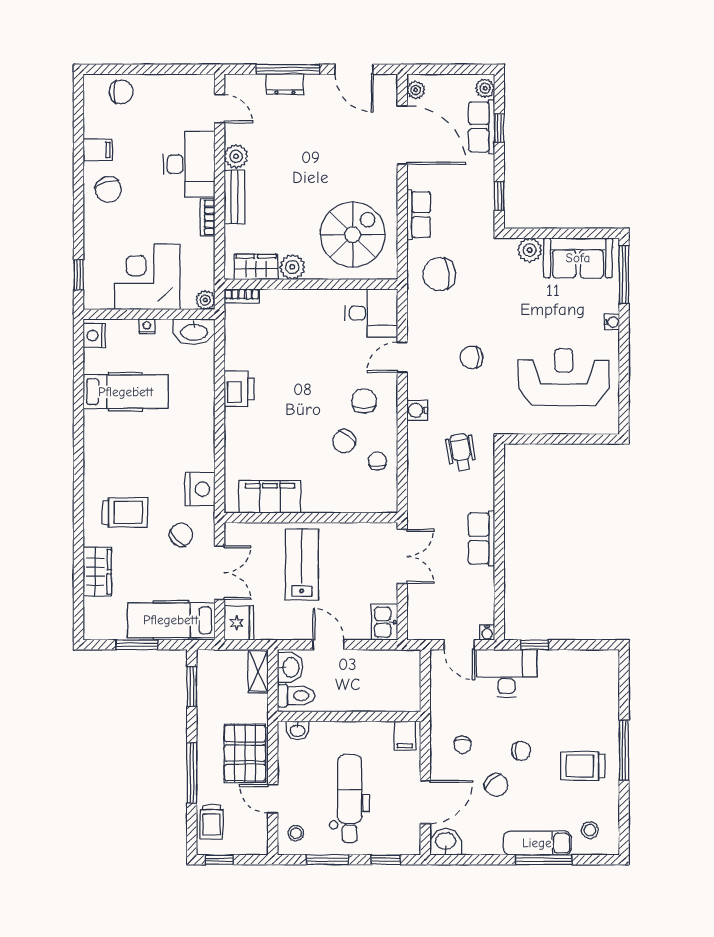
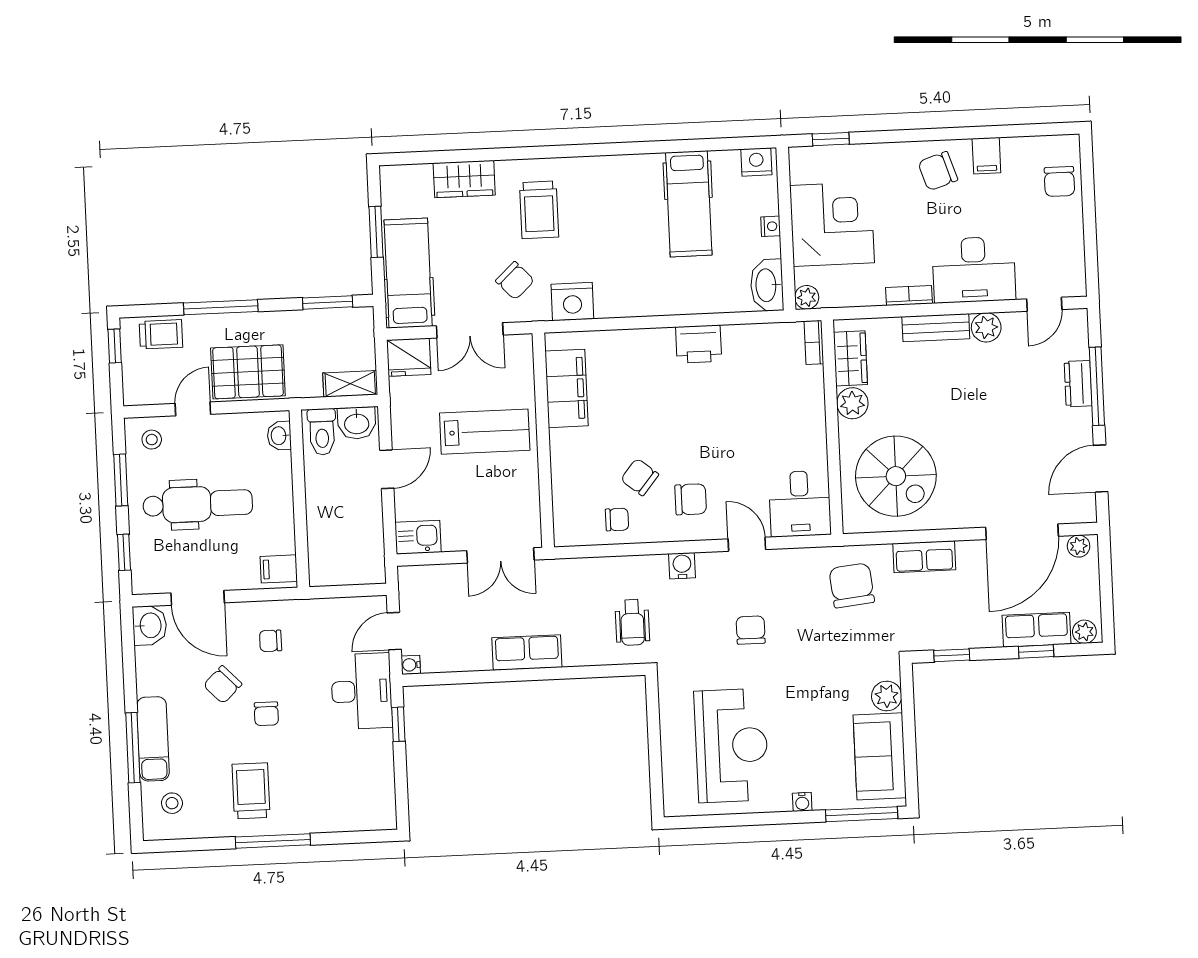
wheelchair: (461, 452) -> (632, 622), turned 100
trolley: (211, 822) -> (161, 334), turned 180

